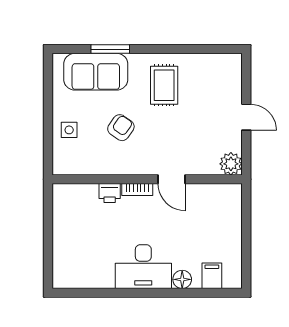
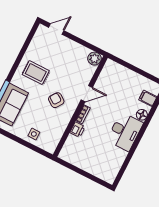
door: (246, 117) -> (56, 29), moved
armchair: (121, 128) -> (56, 100), moved

